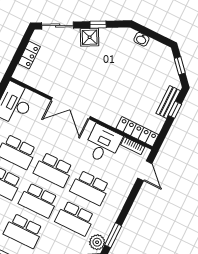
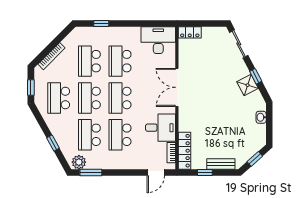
shower: (90, 37) -> (248, 85), moved
locker: (29, 55) -> (190, 32), moved
window: (175, 110) -> (205, 172), moved

